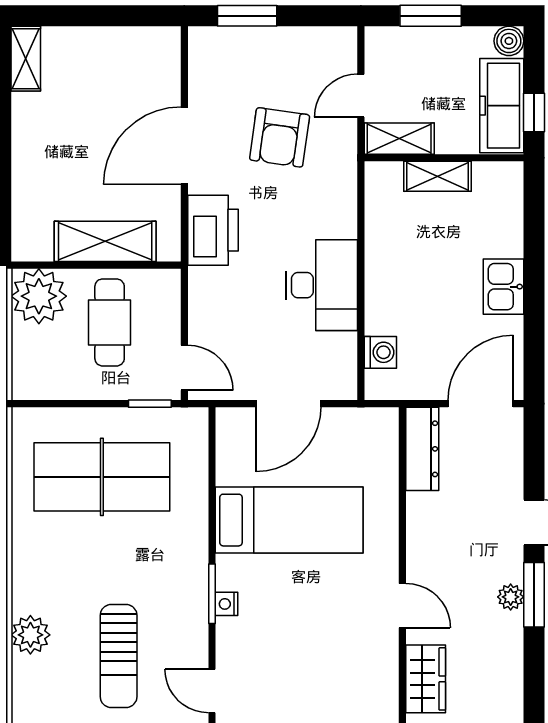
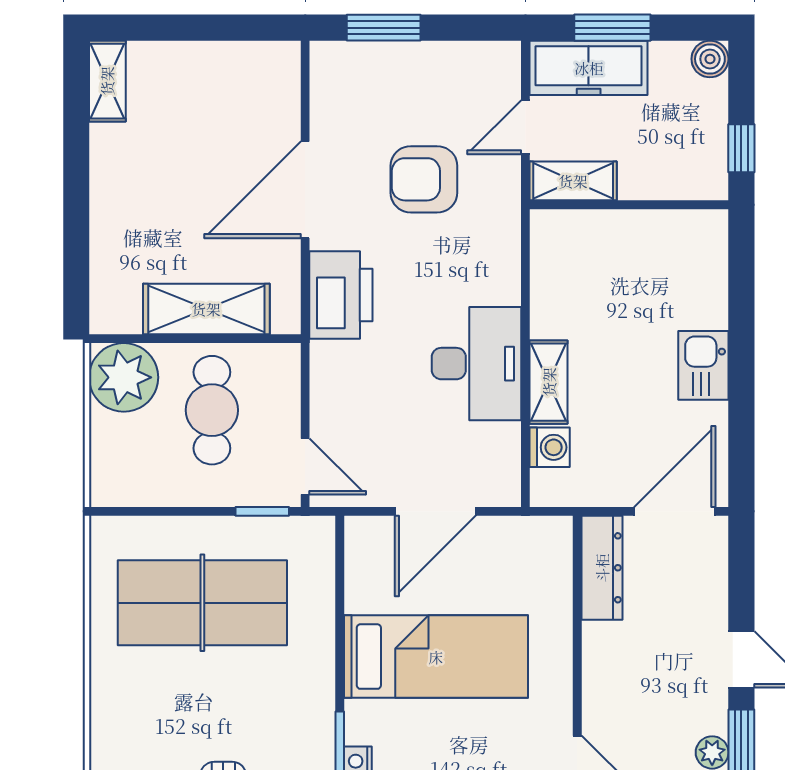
freezer: (502, 106) -> (589, 68), moved, turned -90
armchair: (280, 137) -> (424, 179), turned 82
shelving: (438, 176) -> (549, 382), moved, turned 90

